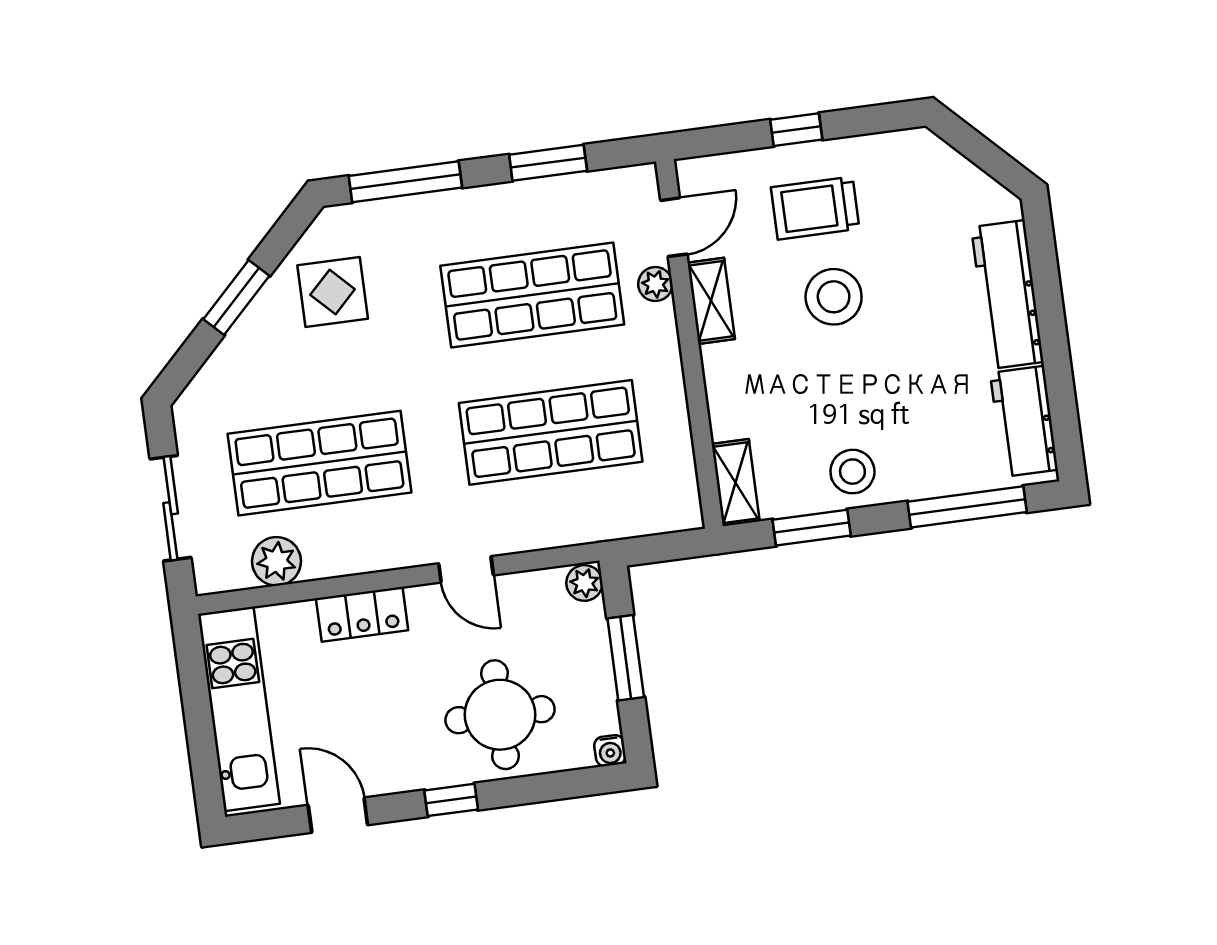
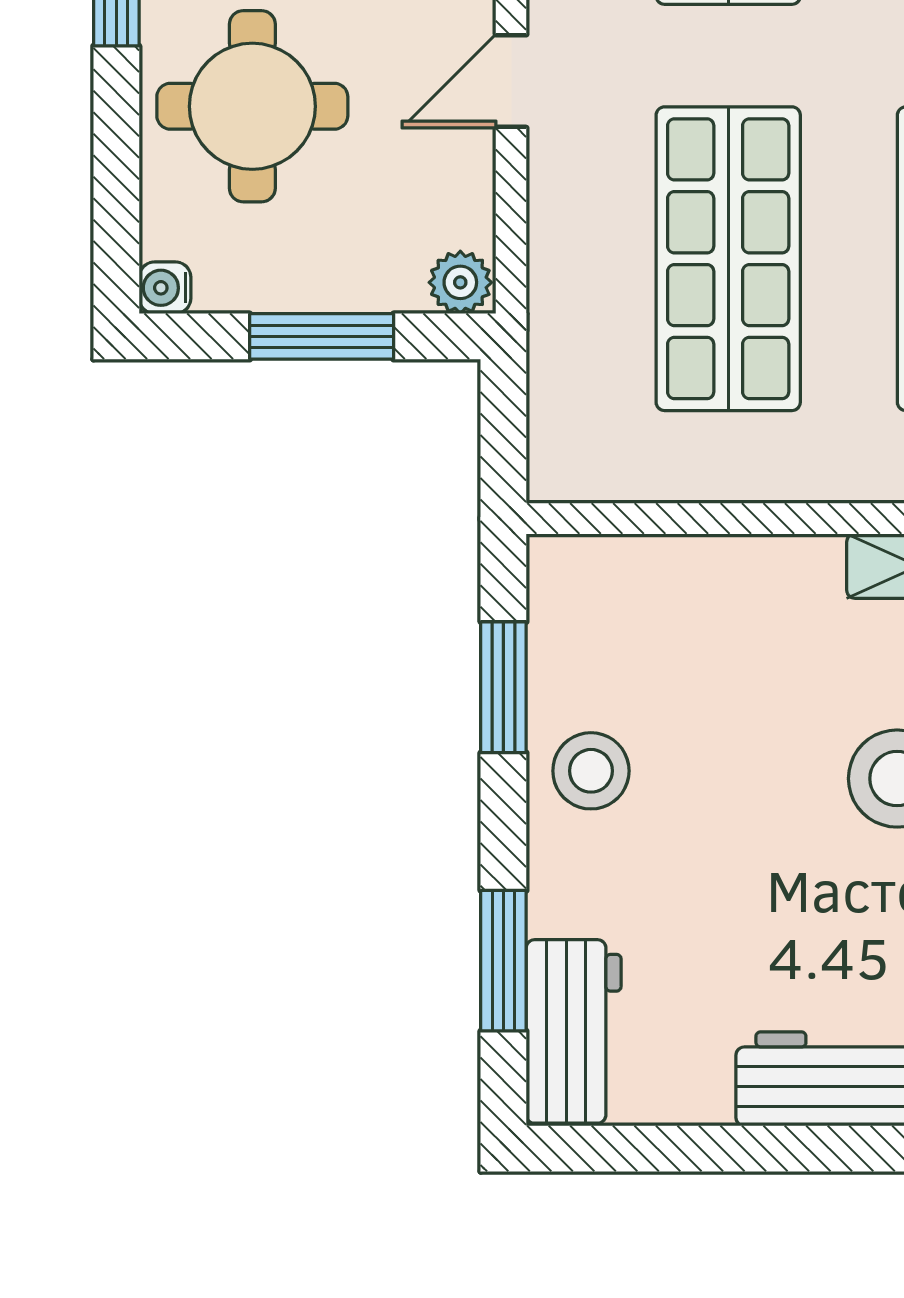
workbench: (1024, 421) -> (574, 1031), moved, turned 90
shelving: (736, 483) -> (599, 566), removed
window: (967, 507) -> (503, 961), width x0.69

